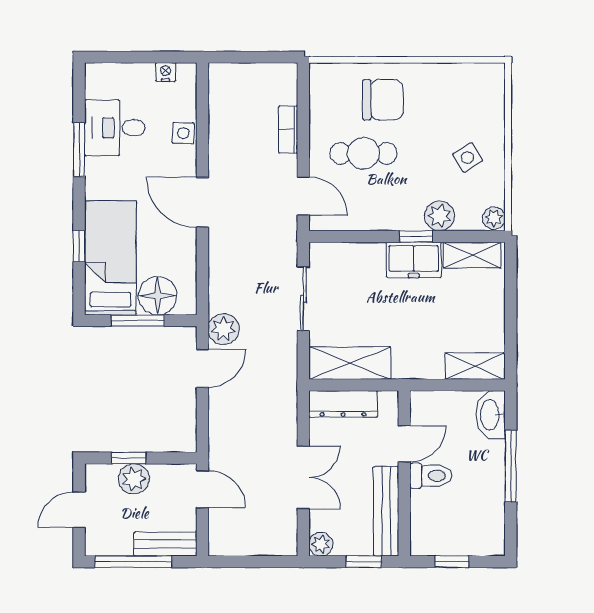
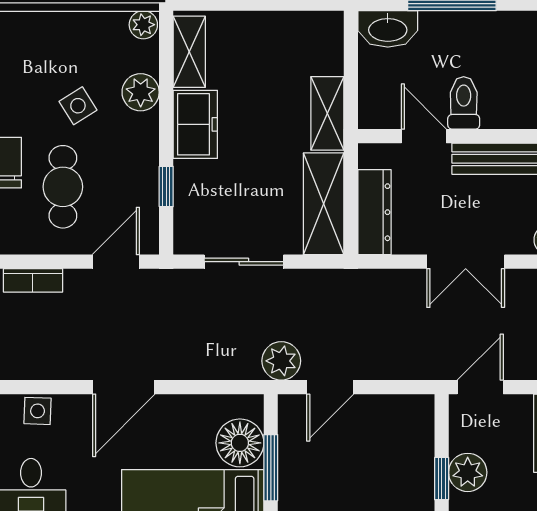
side table: (468, 158) -> (78, 106), moved
window: (416, 237) -> (166, 186), moved
shelving: (475, 366) -> (327, 113), moved
door: (202, 368) -> (330, 387), swing flipped
double door: (303, 477) -> (466, 262), swing flipped

